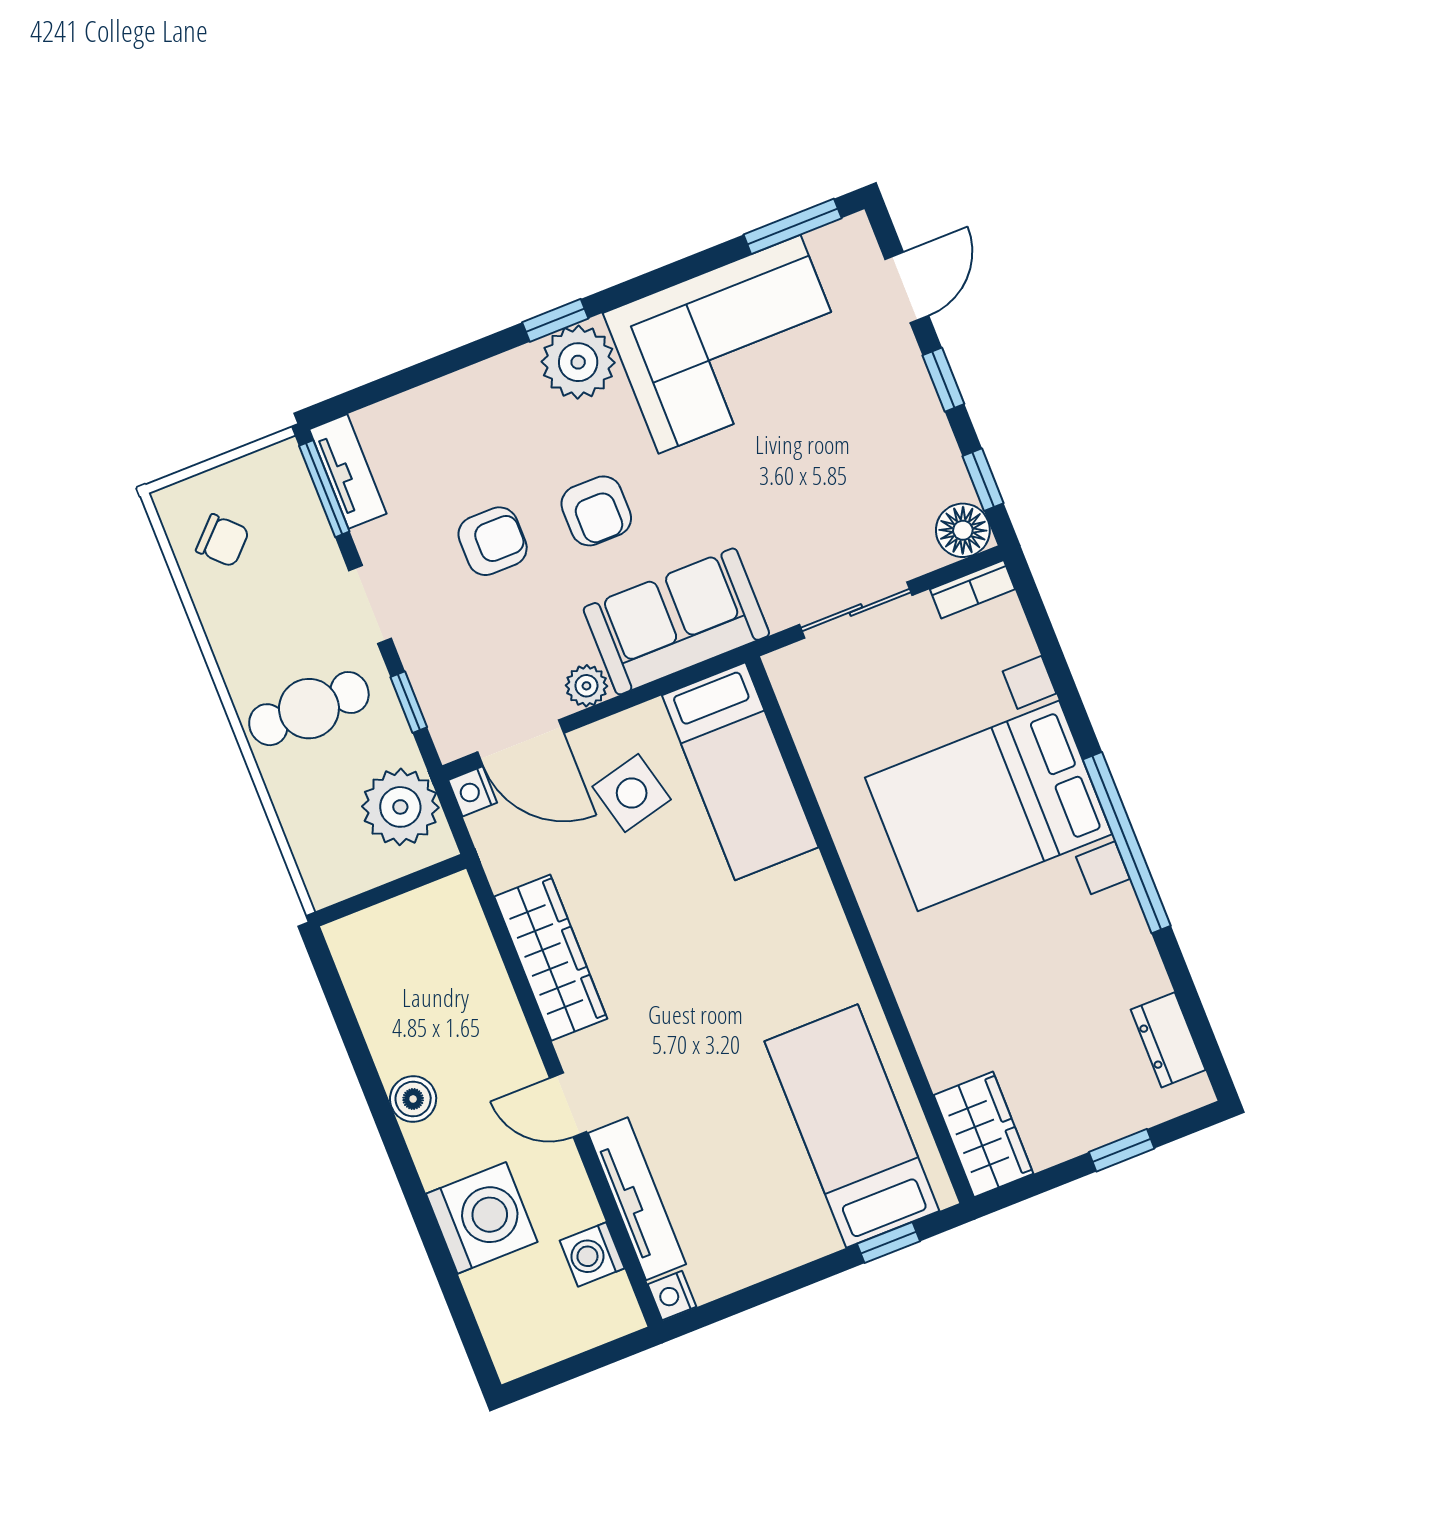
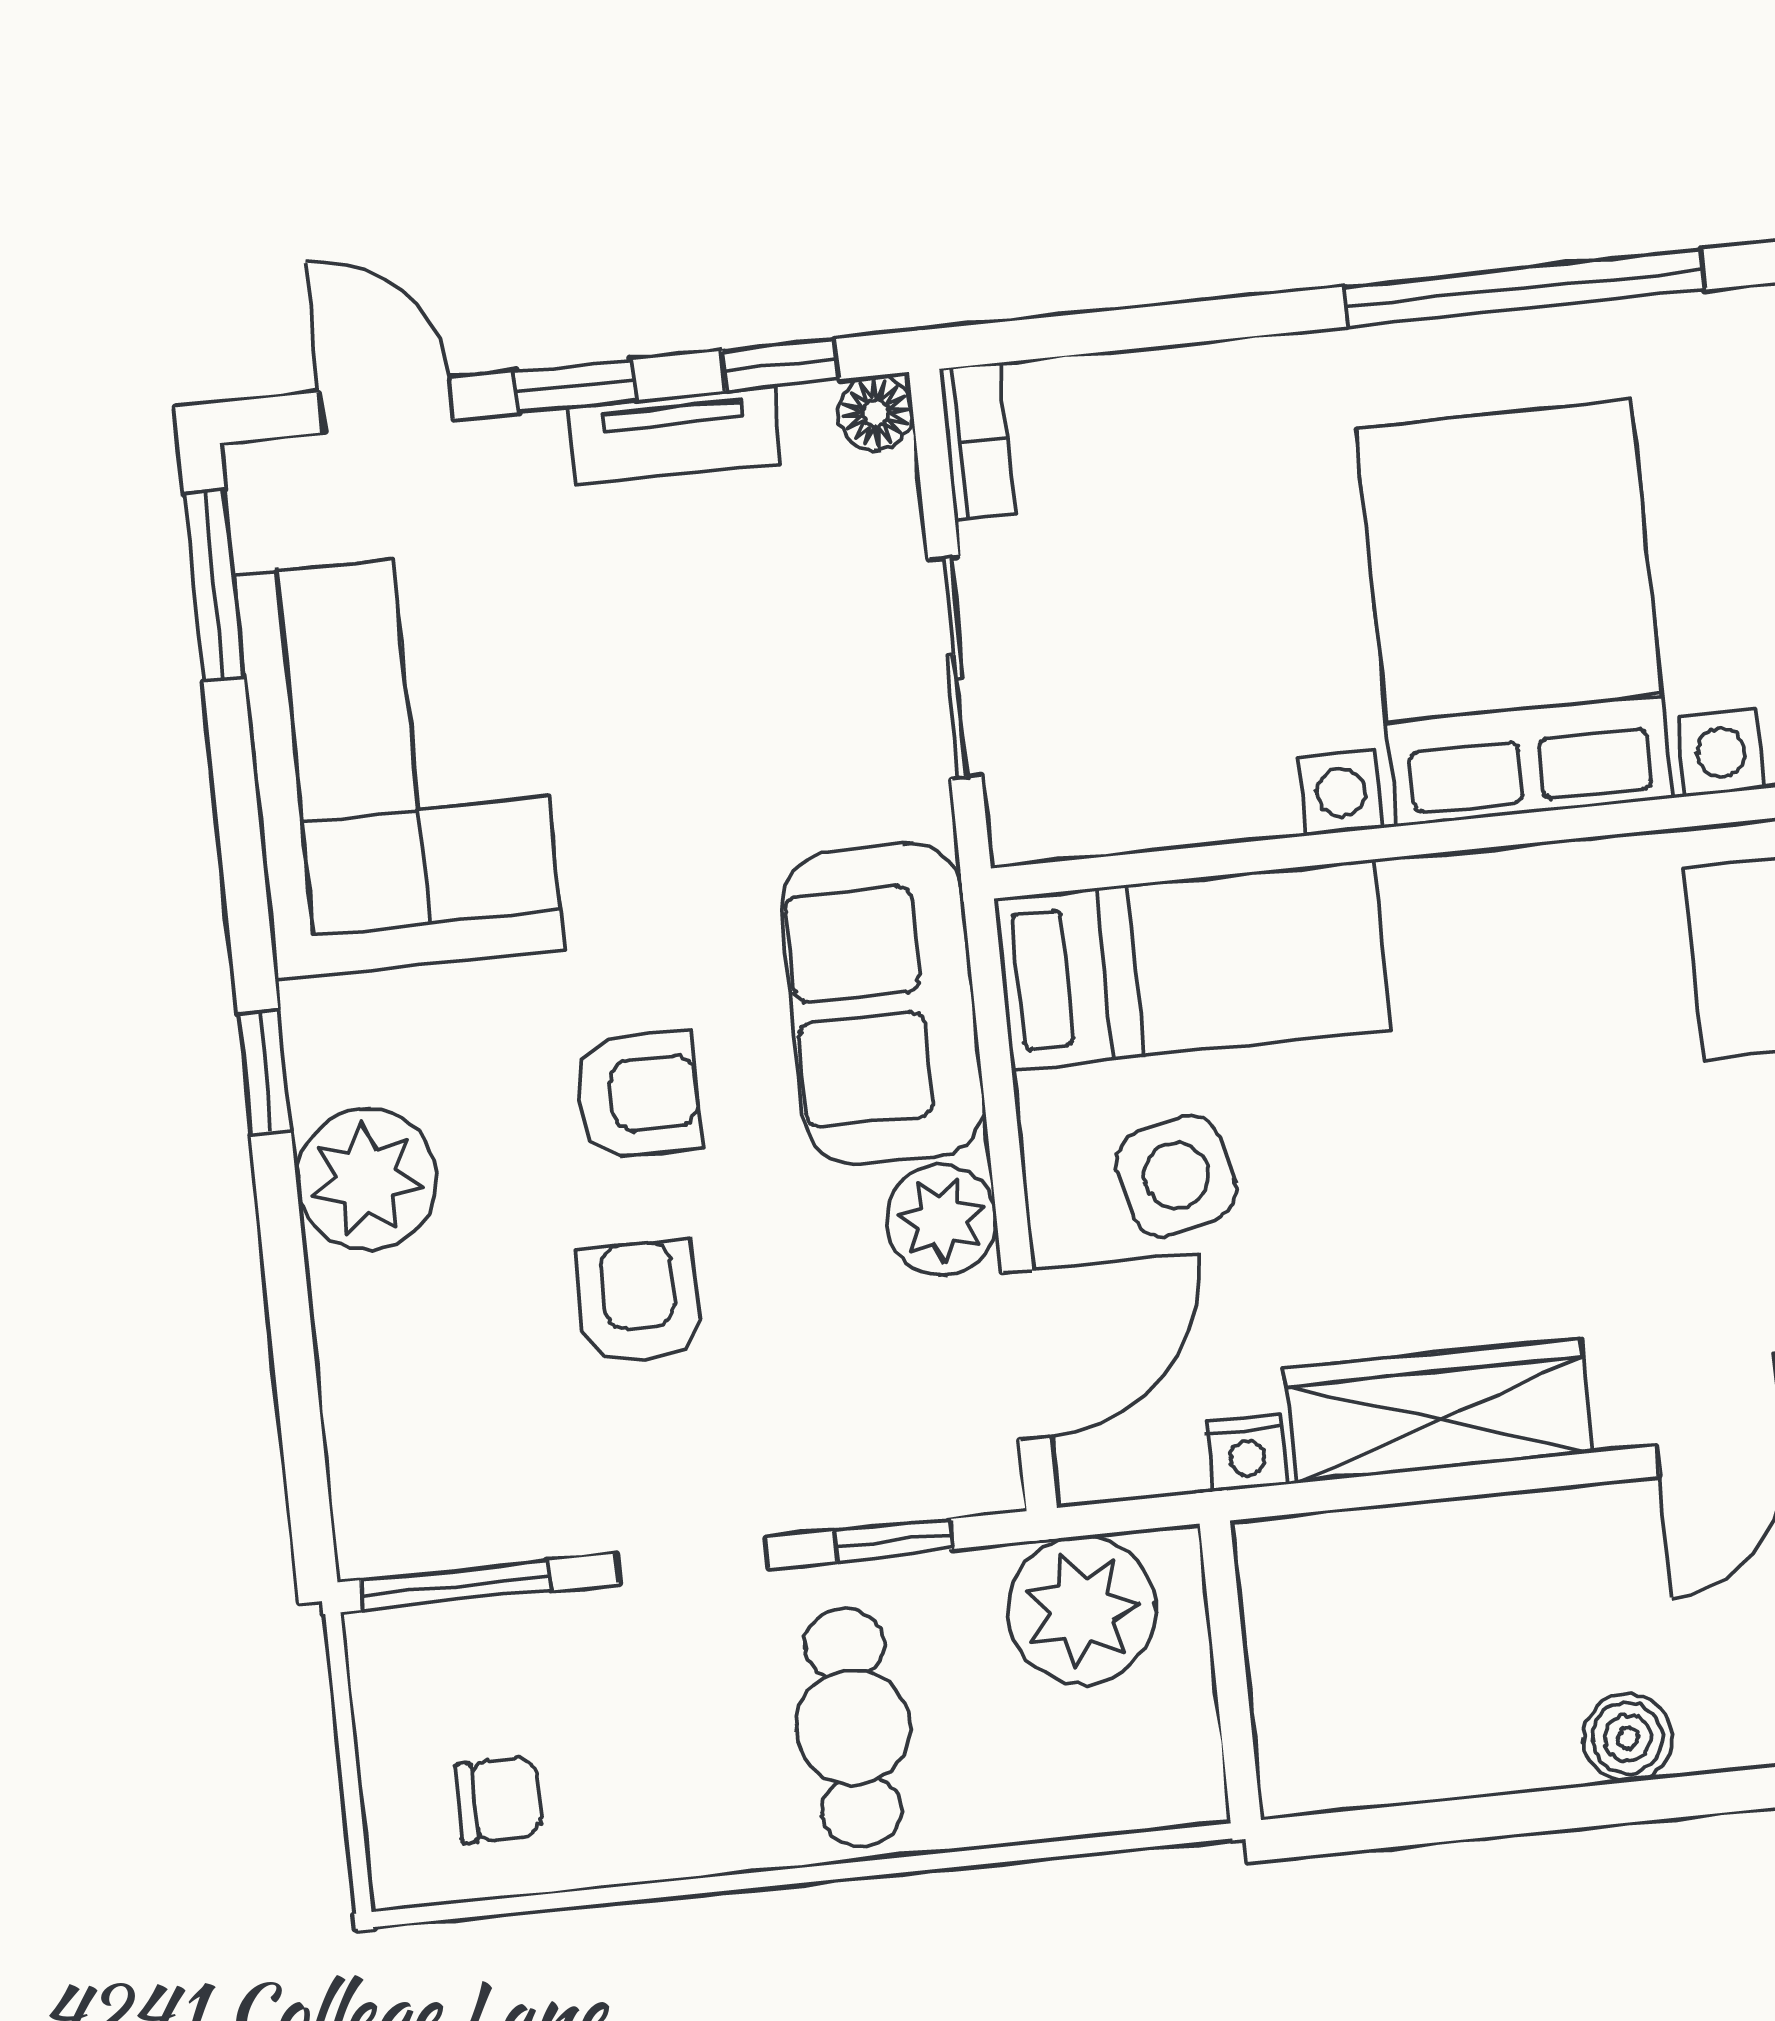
plant: (578, 362) -> (366, 1179), moved
tv unit: (348, 471) -> (675, 436), moved, turned 180
floor lamp: (963, 530) -> (876, 413), width x0.73, depth x0.73
chair: (223, 541) -> (498, 1800), turned 45
plant: (586, 686) -> (942, 1220), width x1.38, depth x1.38
nightstand: (473, 791) -> (1246, 1453), moved
bed with nightstands: (989, 806) -> (1514, 613), moved, turned 180

